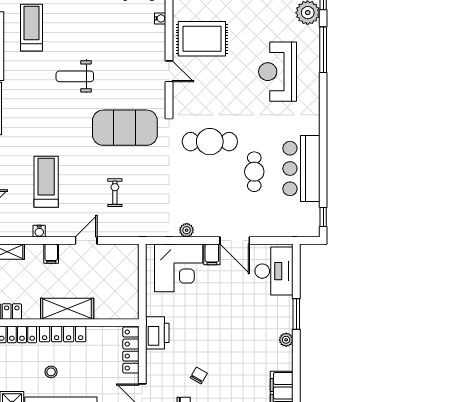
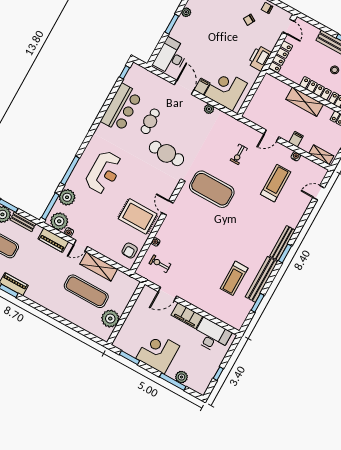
weight bench: (75, 76) -> (224, 236), removed
treadmill: (46, 182) -> (276, 183), turned 180

